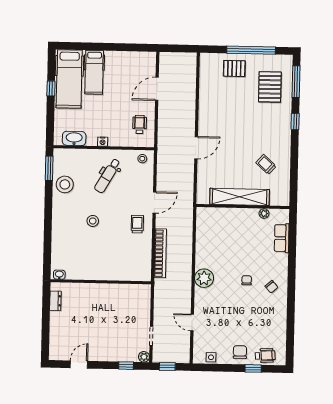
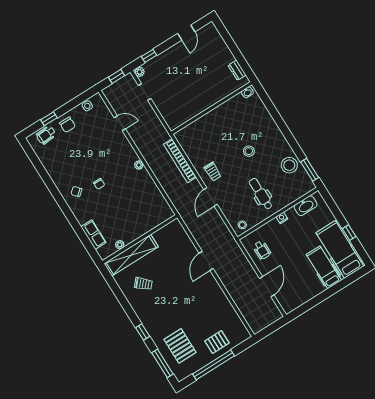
dental chair: (107, 176) -> (261, 194), turned -30
shelving: (240, 197) -> (131, 255), moved
plant: (204, 278) -> (139, 165), width x0.53, depth x0.53

